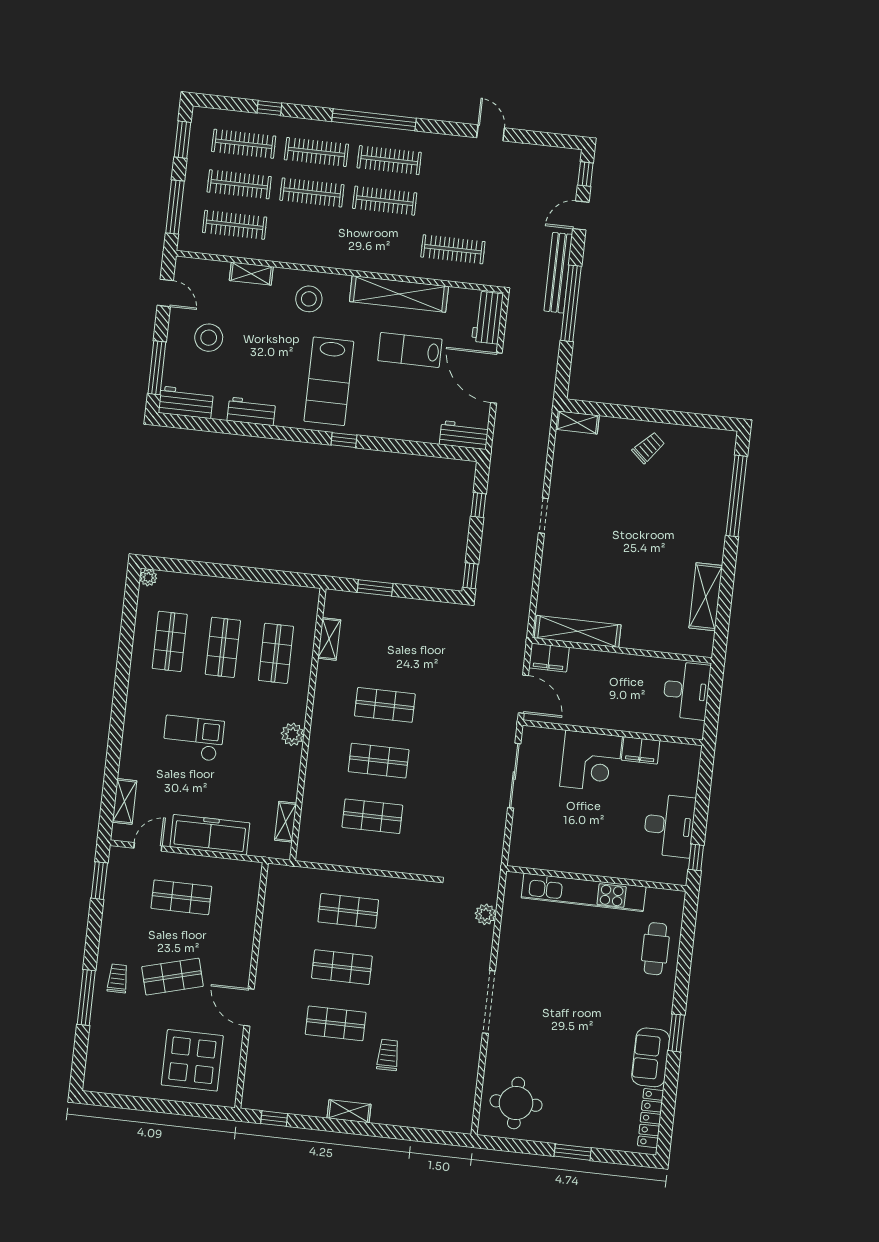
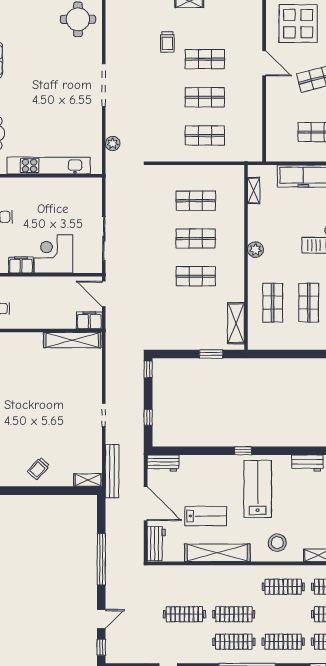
clothes rail: (312, 192) -> (283, 587), moved
clothes rail: (453, 249) -> (184, 614), moved
bench: (558, 273) -> (112, 471), moved
shelving: (329, 639) -> (236, 323), width x1.50, depth x1.33

